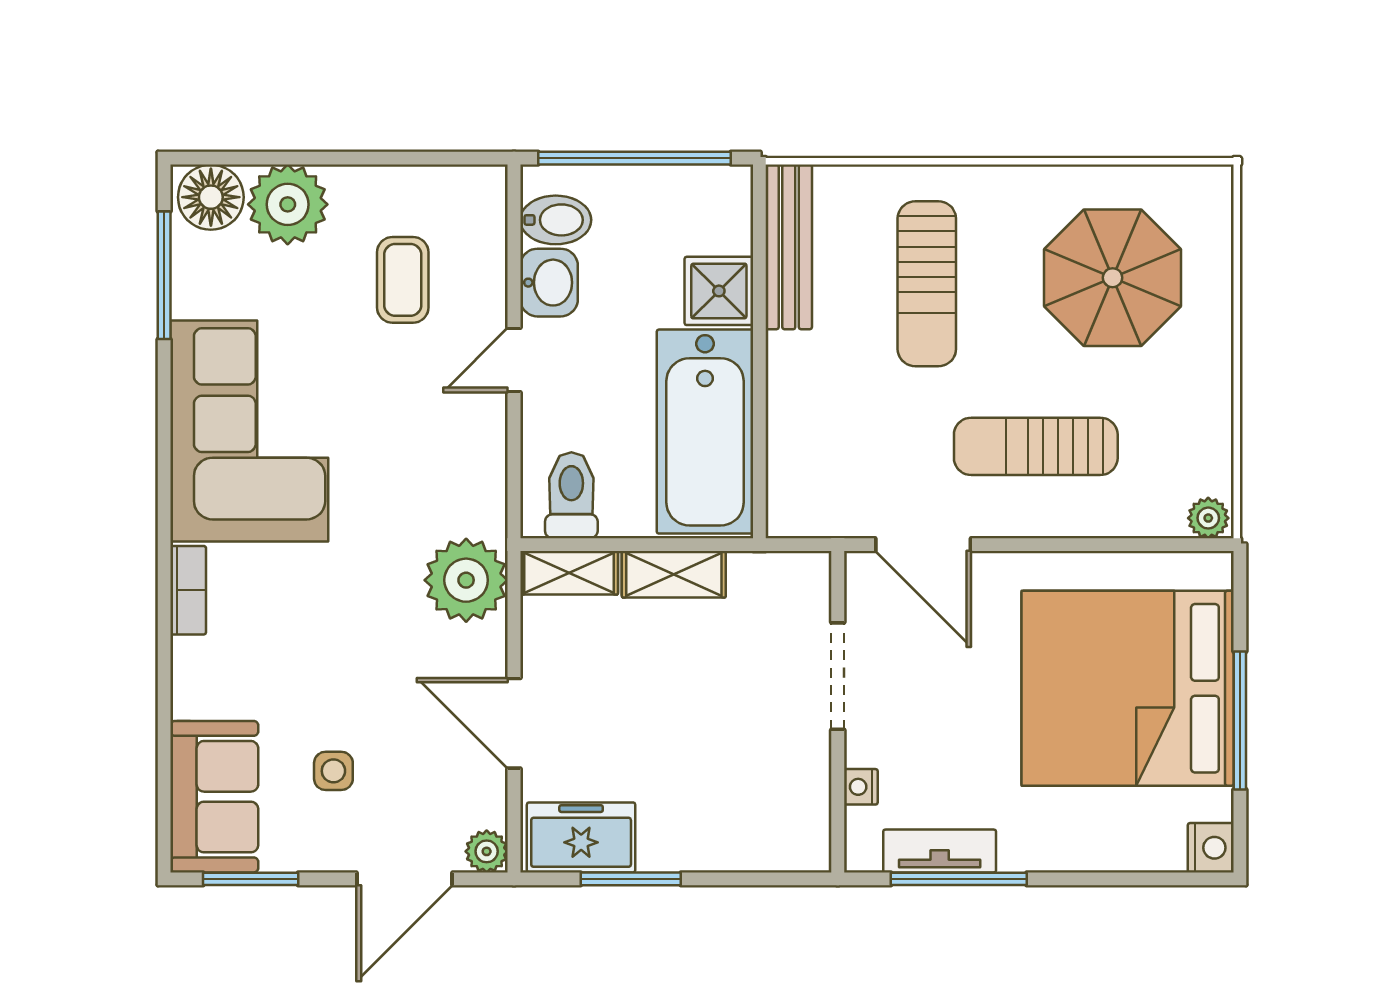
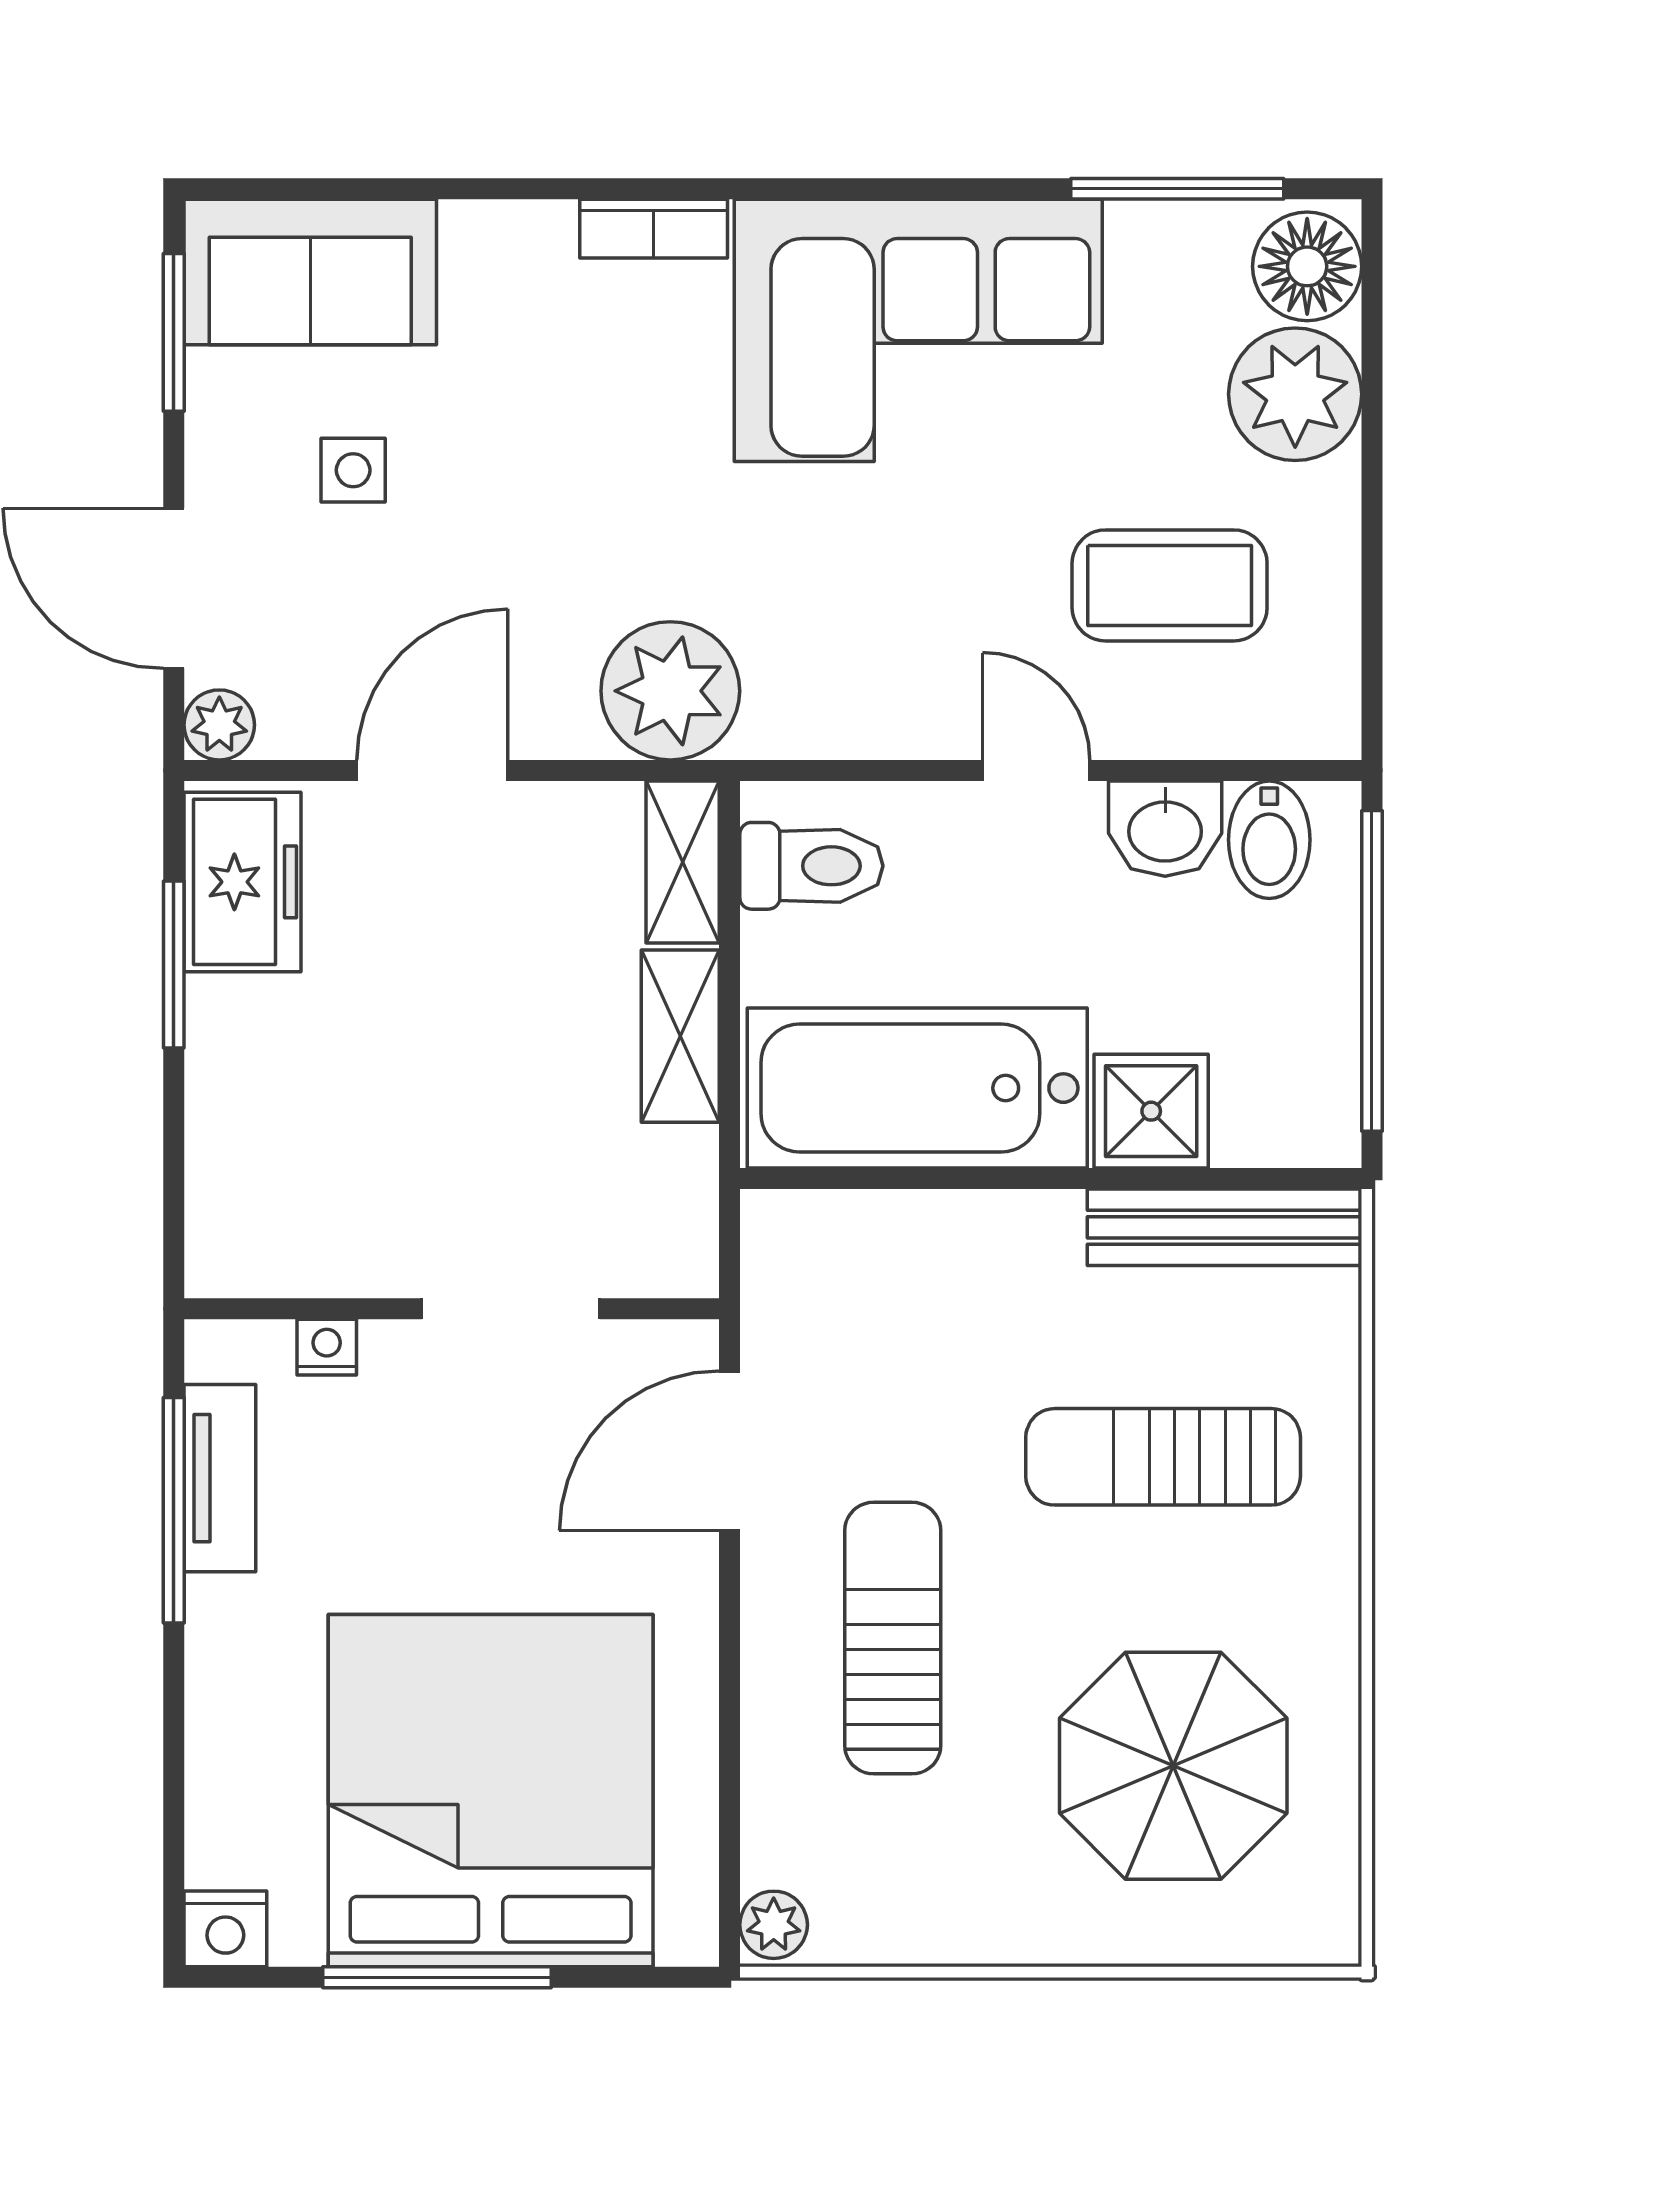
coffee table: (403, 280) -> (1170, 585), width x1.36, depth x1.30

